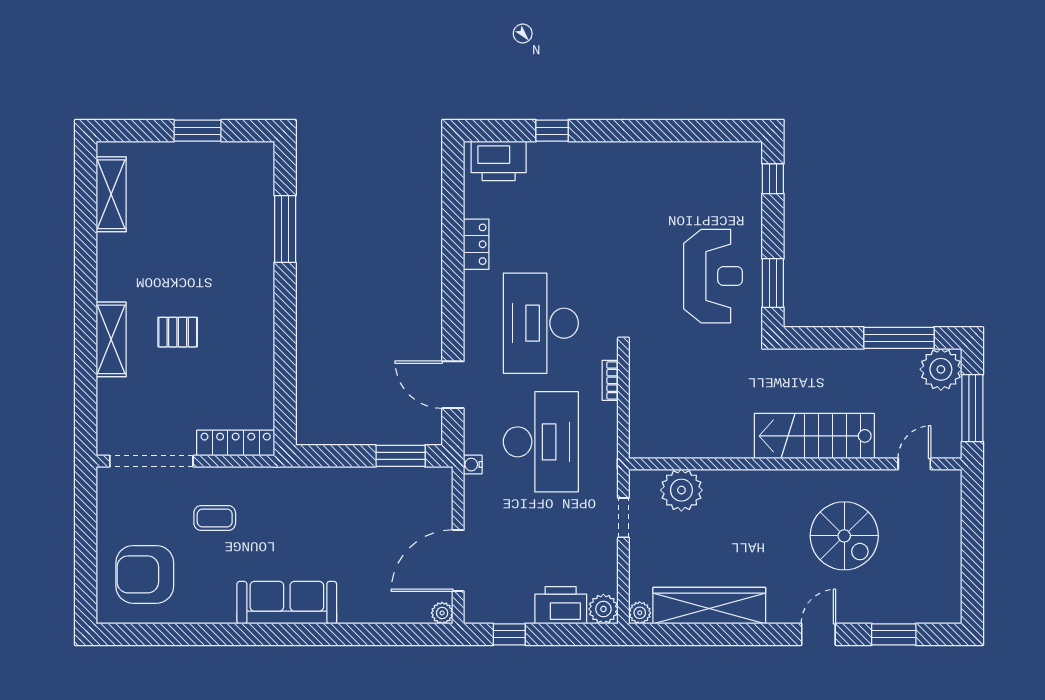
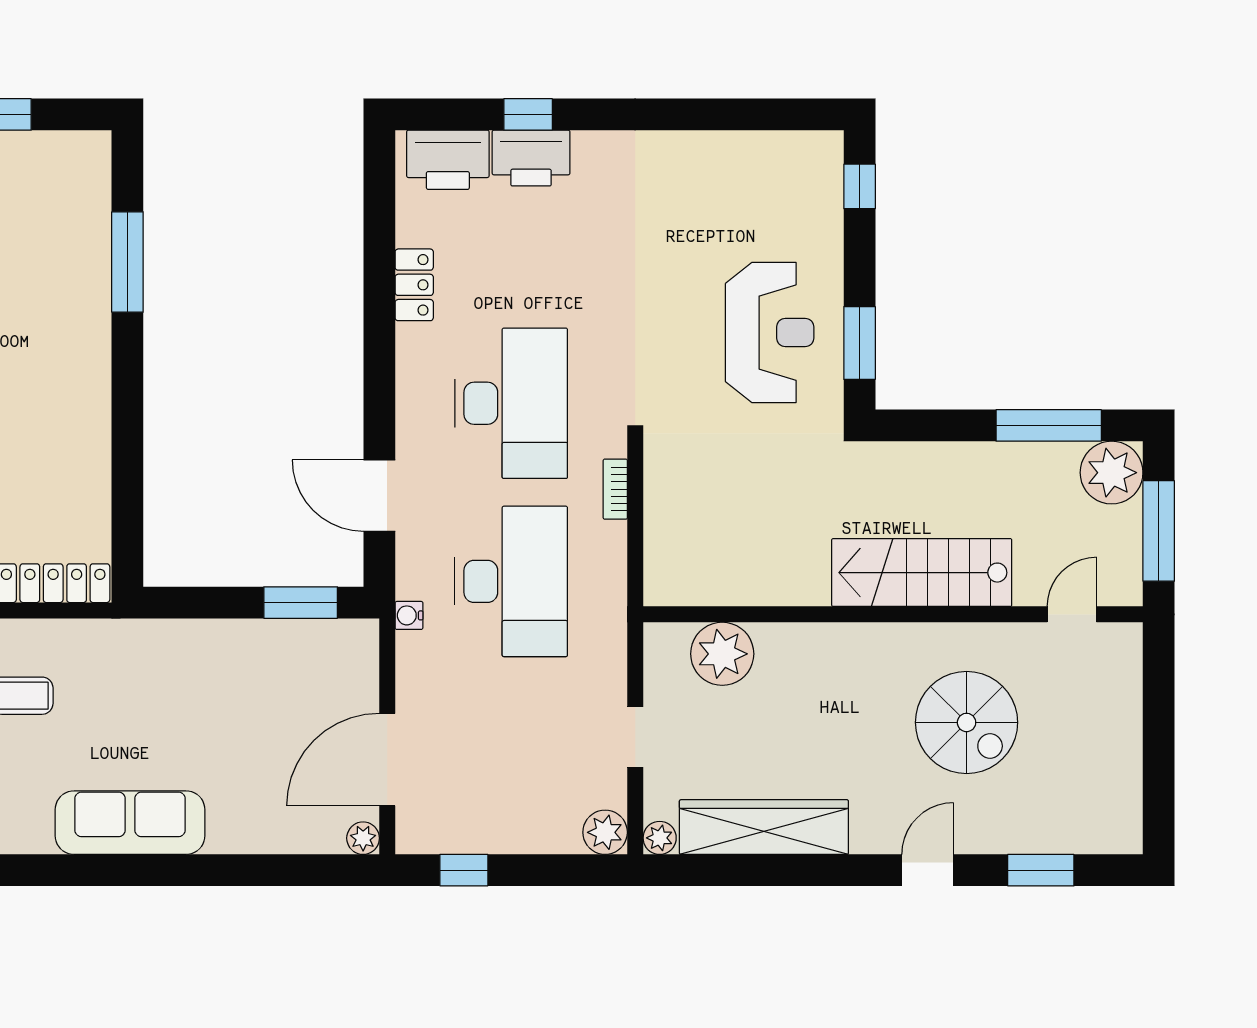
desk: (541, 323) -> (511, 403), turned 180
doorway: (623, 518) -> (635, 737), moved
printer: (561, 605) -> (531, 158), moved, turned 180

